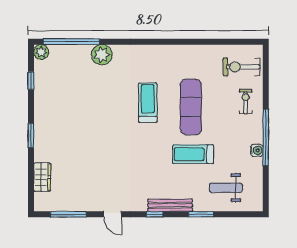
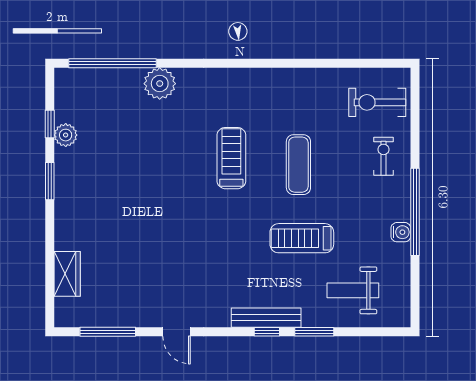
plant: (41, 52) -> (66, 135), moved
exercise mat: (191, 107) -> (298, 165), width x0.73, depth x0.69
window: (31, 136) -> (50, 181), moved
window: (155, 214) -> (267, 332), moved

